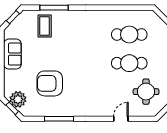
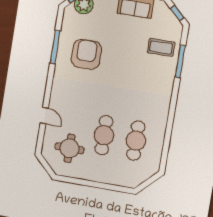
armchair: (50, 83) -> (86, 54), moved

